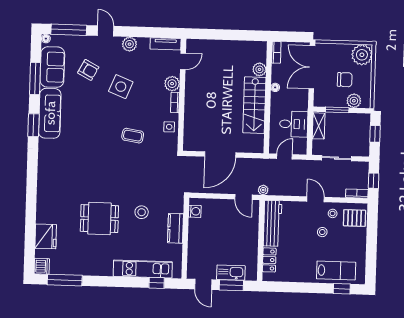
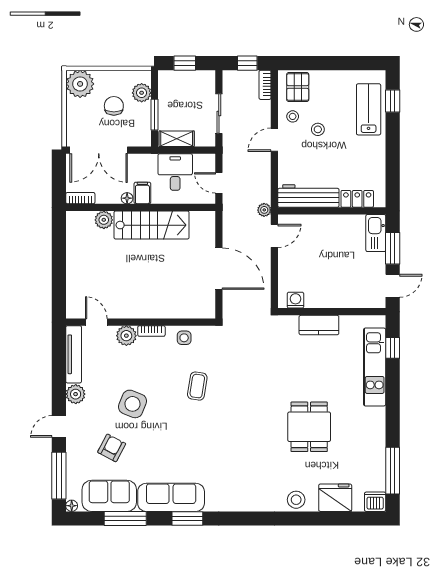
tv unit: (166, 44) -> (74, 354), width x1.41
filing cabinet: (279, 99) -> (142, 193), added
stool: (142, 212) -> (296, 500), moved
kitchen sink: (231, 273) -> (376, 233), moved

